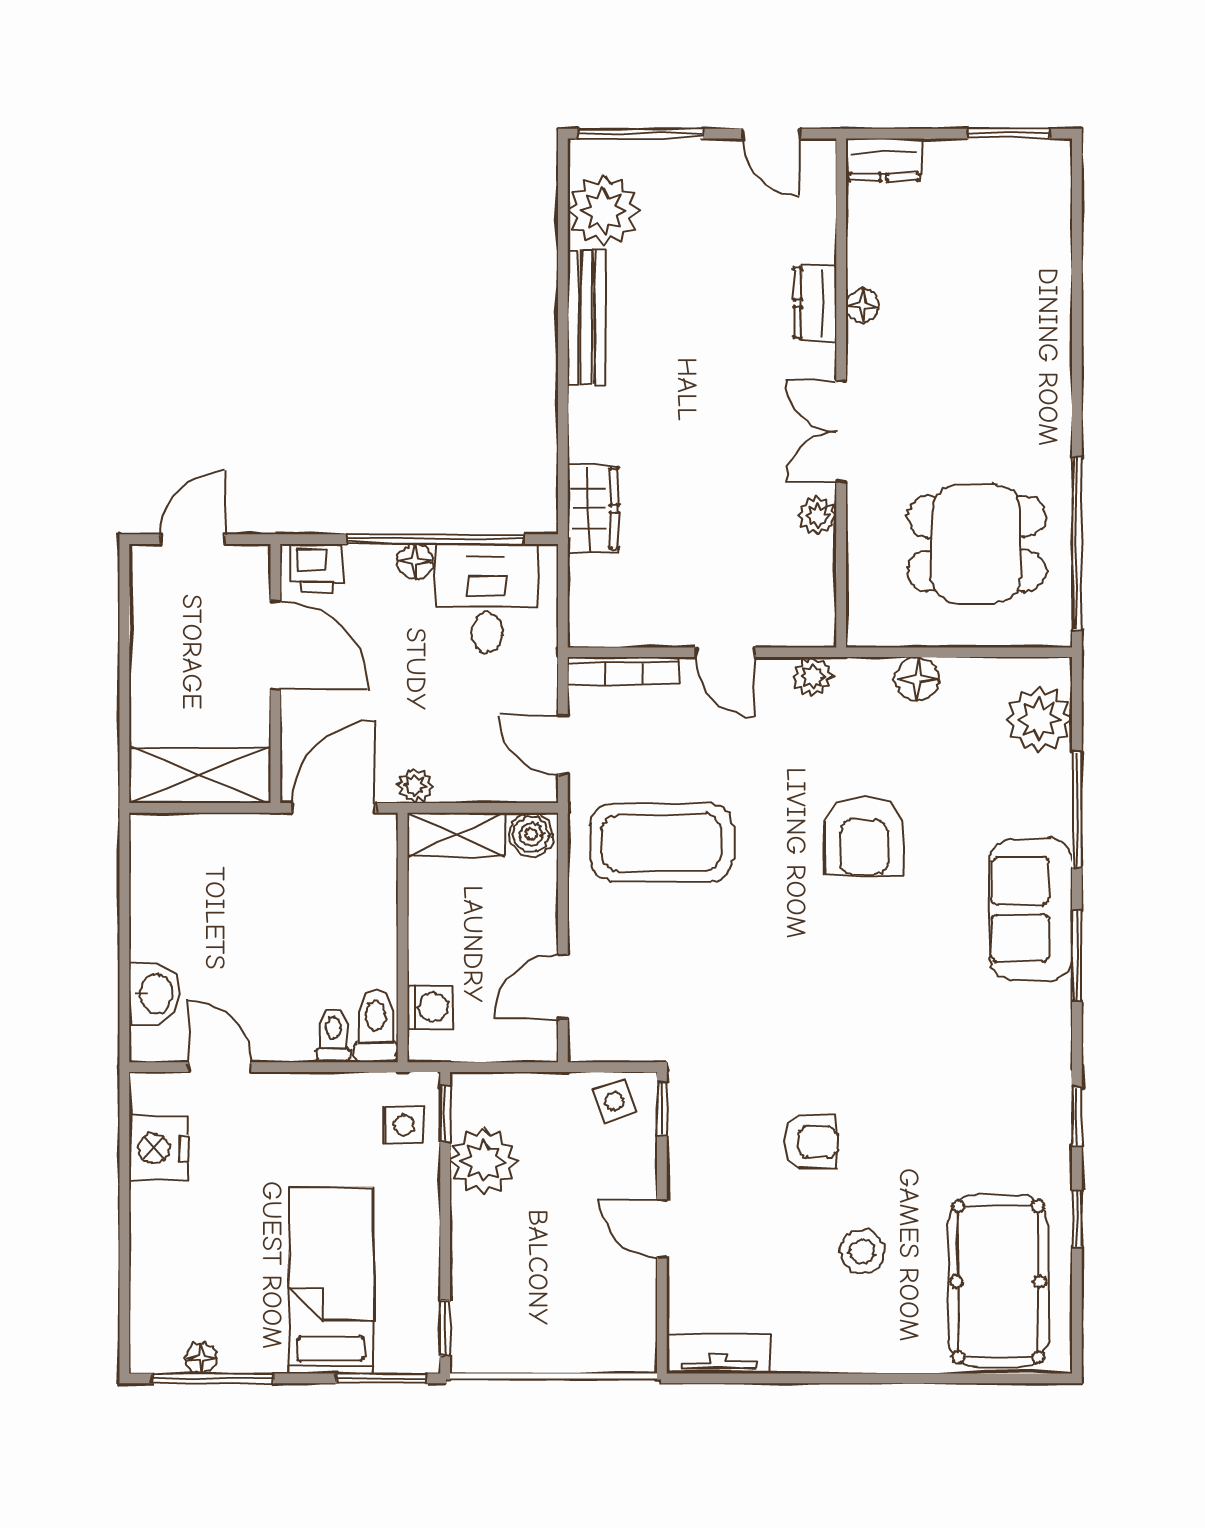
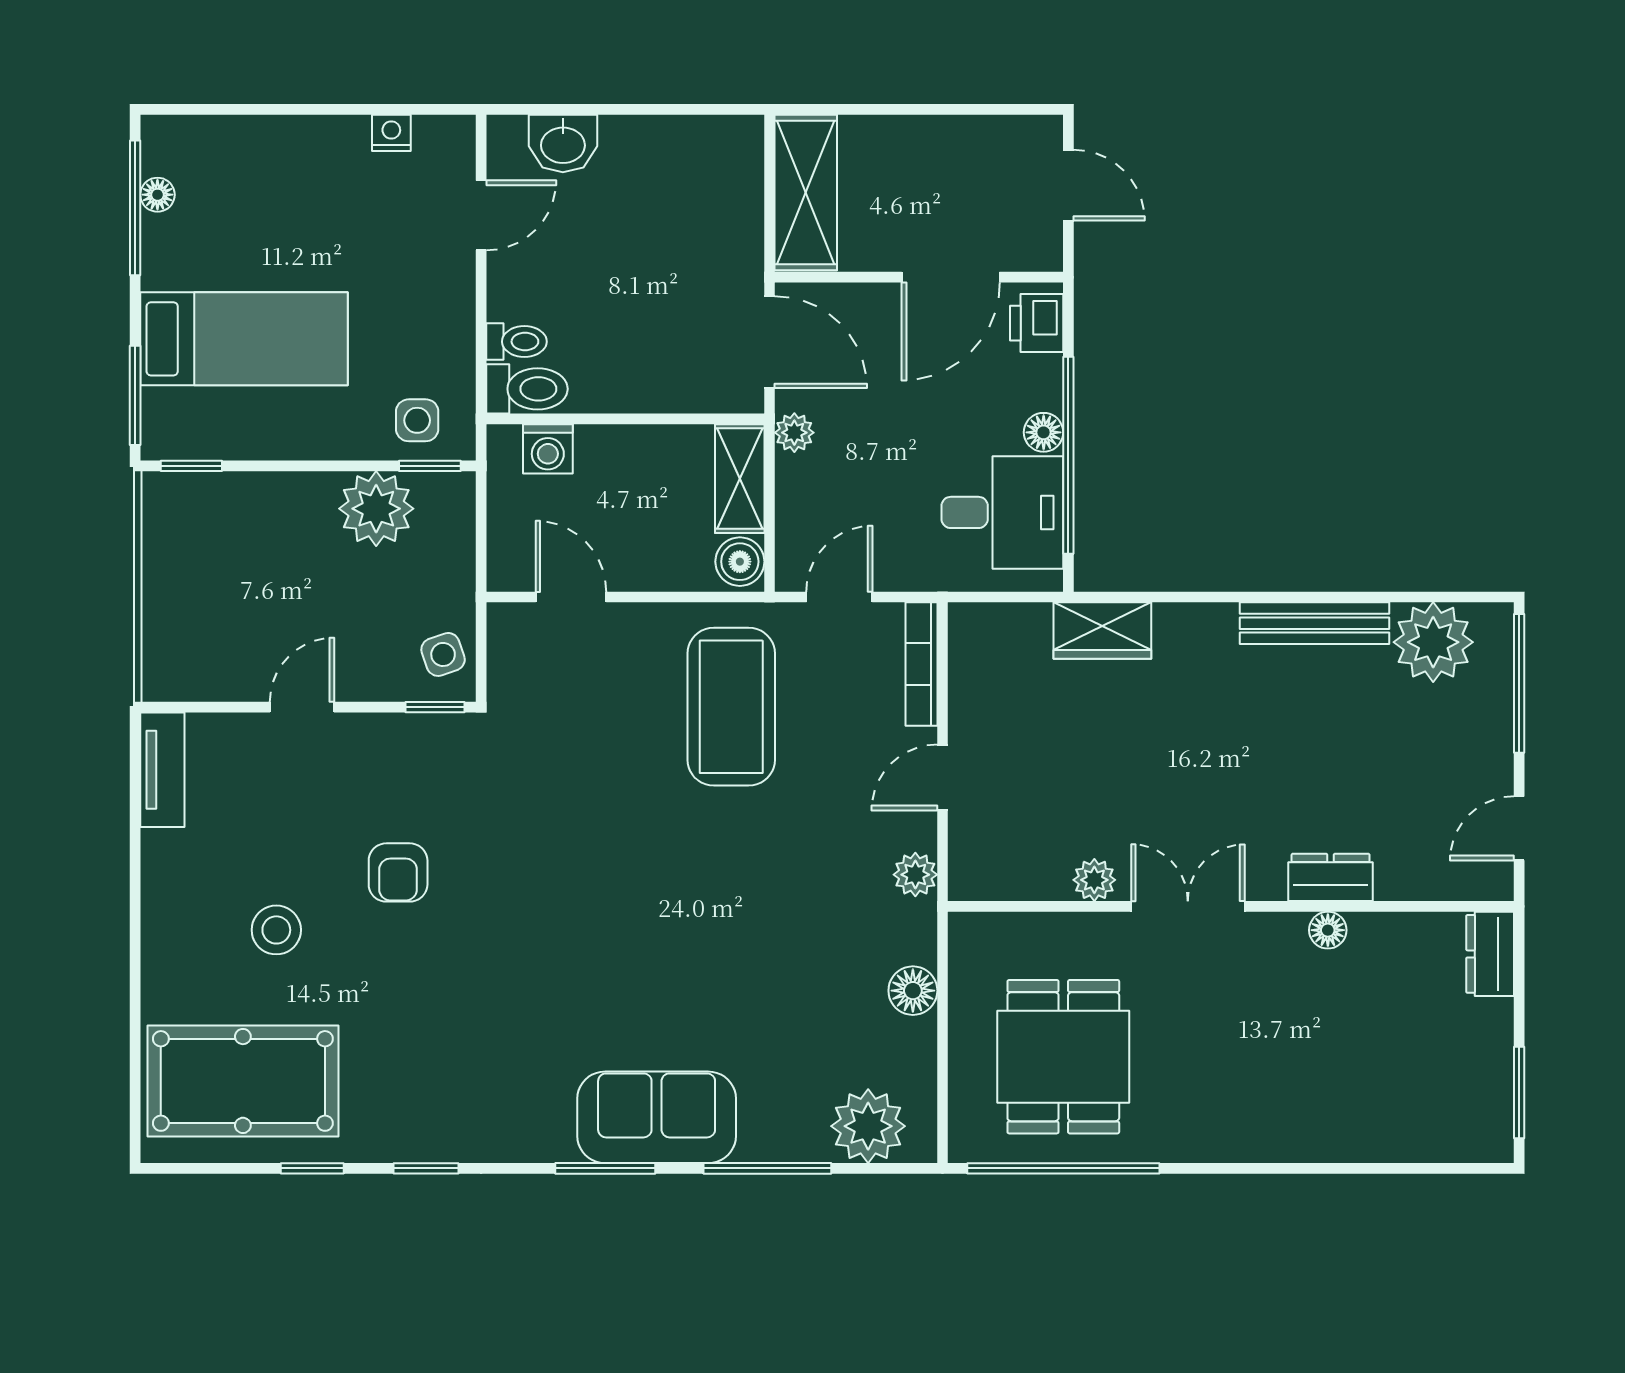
armchair: (864, 836) -> (738, 932), removed
nightstand: (159, 1148) -> (391, 133), width x0.53, depth x0.56

